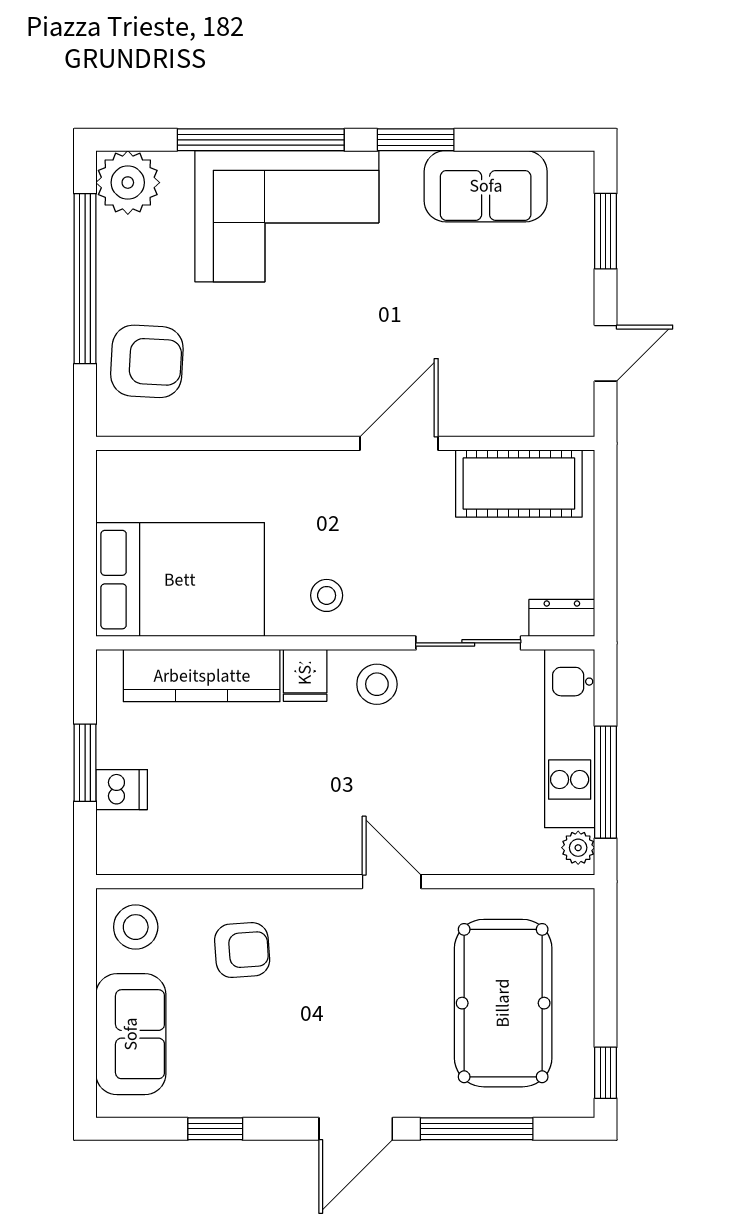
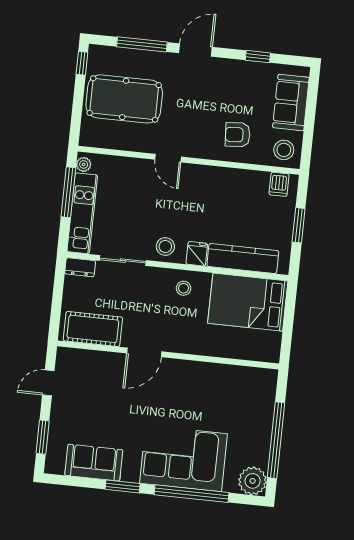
armchair: (147, 361) -> (252, 401), removed
dishwasher: (122, 790) -> (279, 184), moved, turned -90
pool table: (503, 1003) -> (124, 99), turned 90

